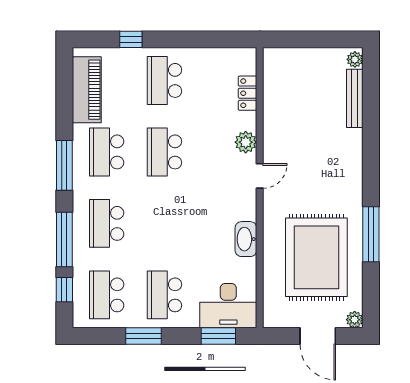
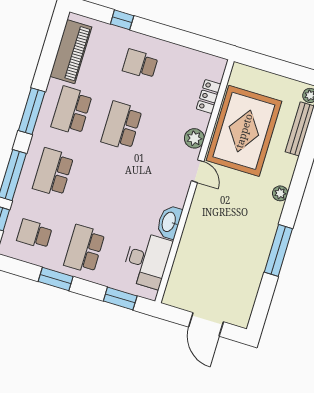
school desk: (164, 80) -> (140, 64), width x0.54
door: (260, 176) -> (198, 171), hinge flipped
rug: (316, 257) -> (244, 131), moved
school desk: (107, 295) -> (34, 234), width x0.54
desk: (228, 306) -> (147, 260), moved, turned -90
plant: (355, 320) -> (280, 193), moved

